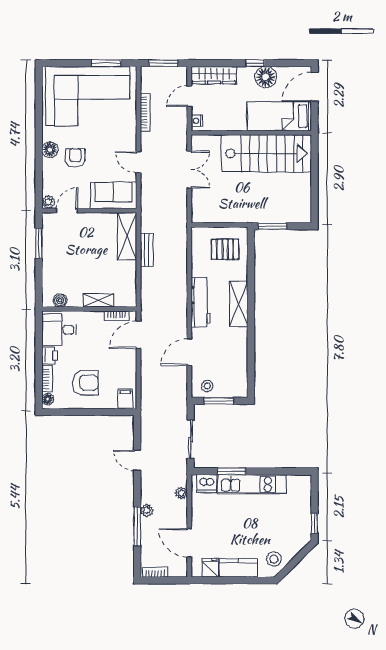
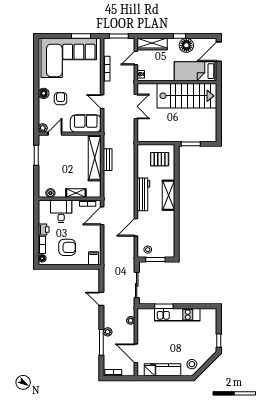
shelving: (127, 236) -> (95, 158), width x1.47
desk: (59, 330) -> (61, 211), moved, turned 90
dishwasher: (207, 484) -> (147, 314), removed

